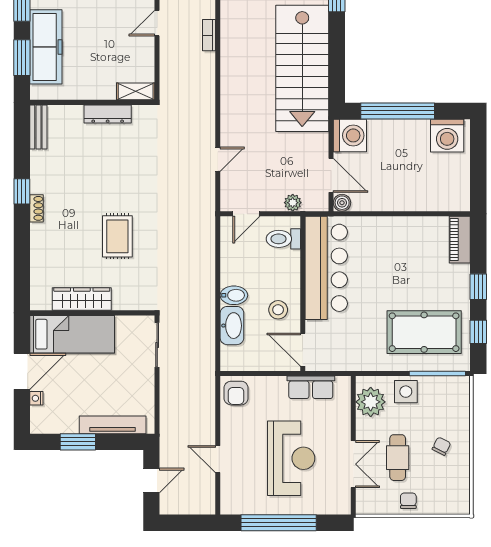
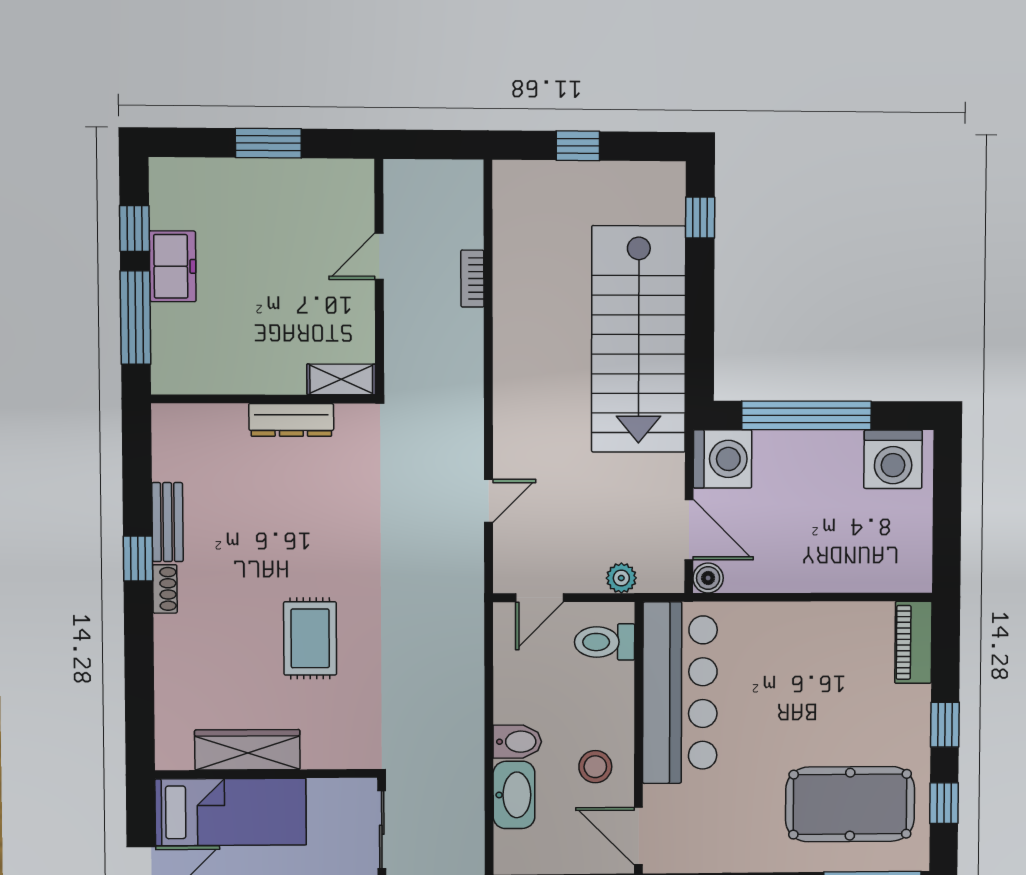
freezer: (46, 47) -> (173, 266), width x0.52, depth x0.79
window: (22, 58) -> (135, 318), width x1.44
bench: (38, 127) -> (167, 522), moved

